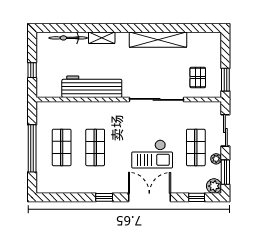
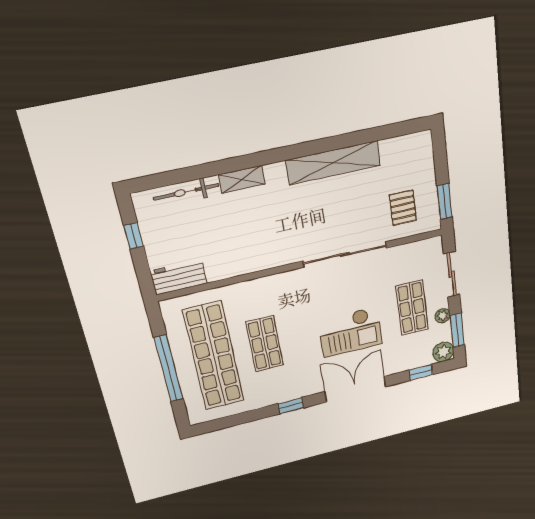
window: (32, 70) -> (134, 236), moved
workbench: (92, 87) -> (179, 277), moved, width x0.53, depth x0.76
shop shelf: (62, 147) -> (214, 356), width x2.00, depth x1.36

